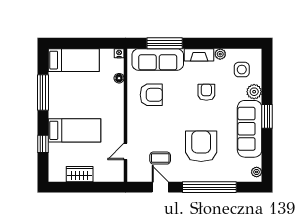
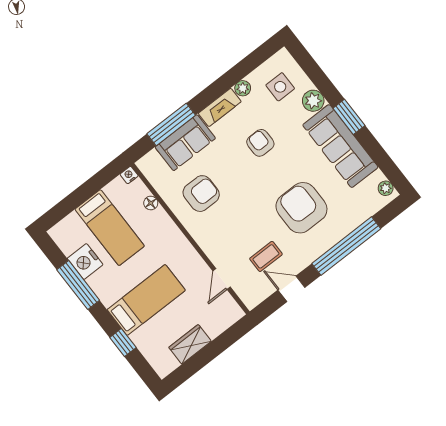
sofa: (158, 59) -> (185, 143), width x0.73
bed: (74, 60) -> (110, 228), moved, turned 90
nightstand: (57, 82) -> (85, 262), added

